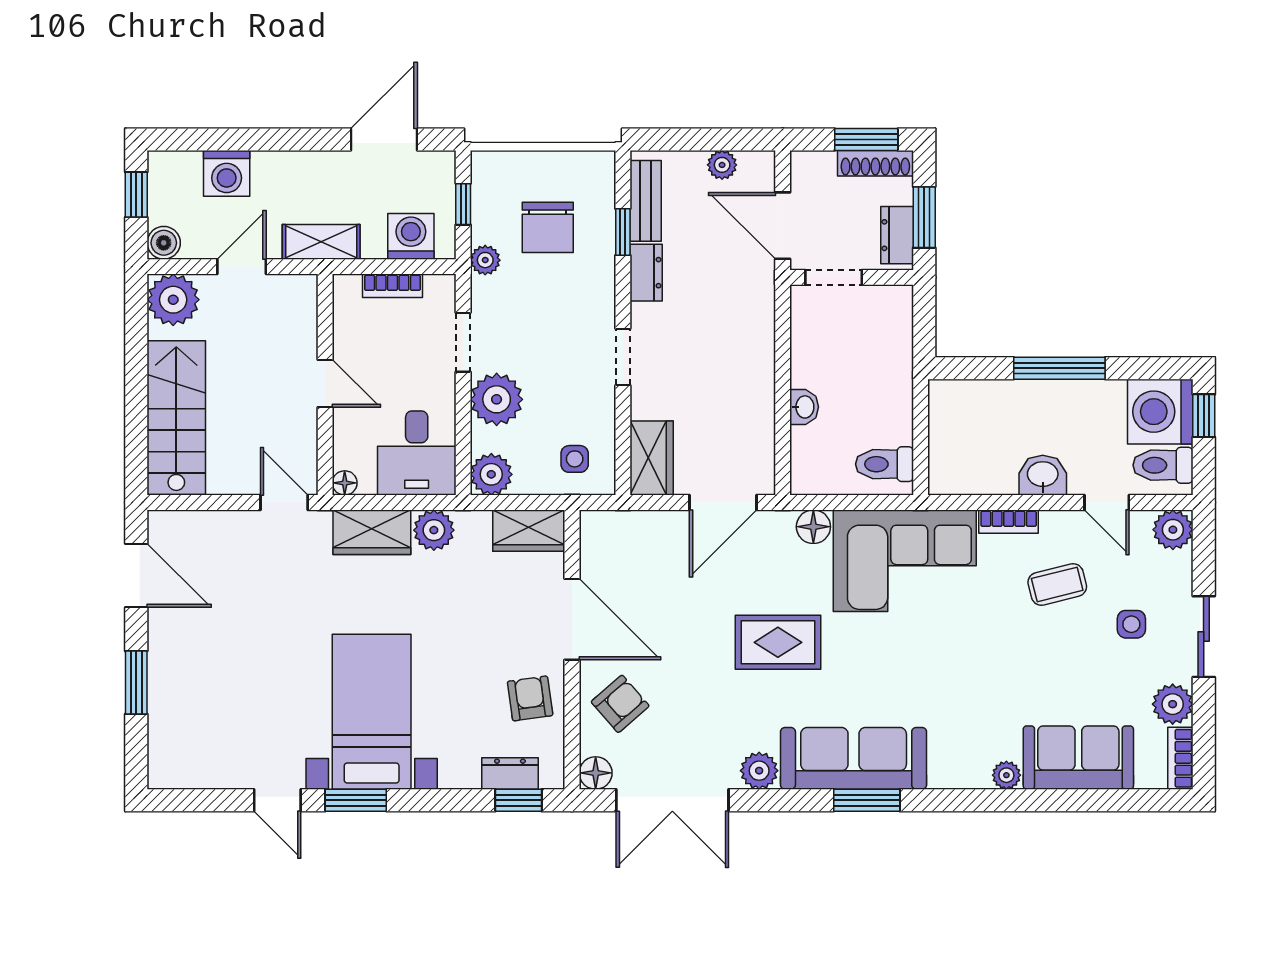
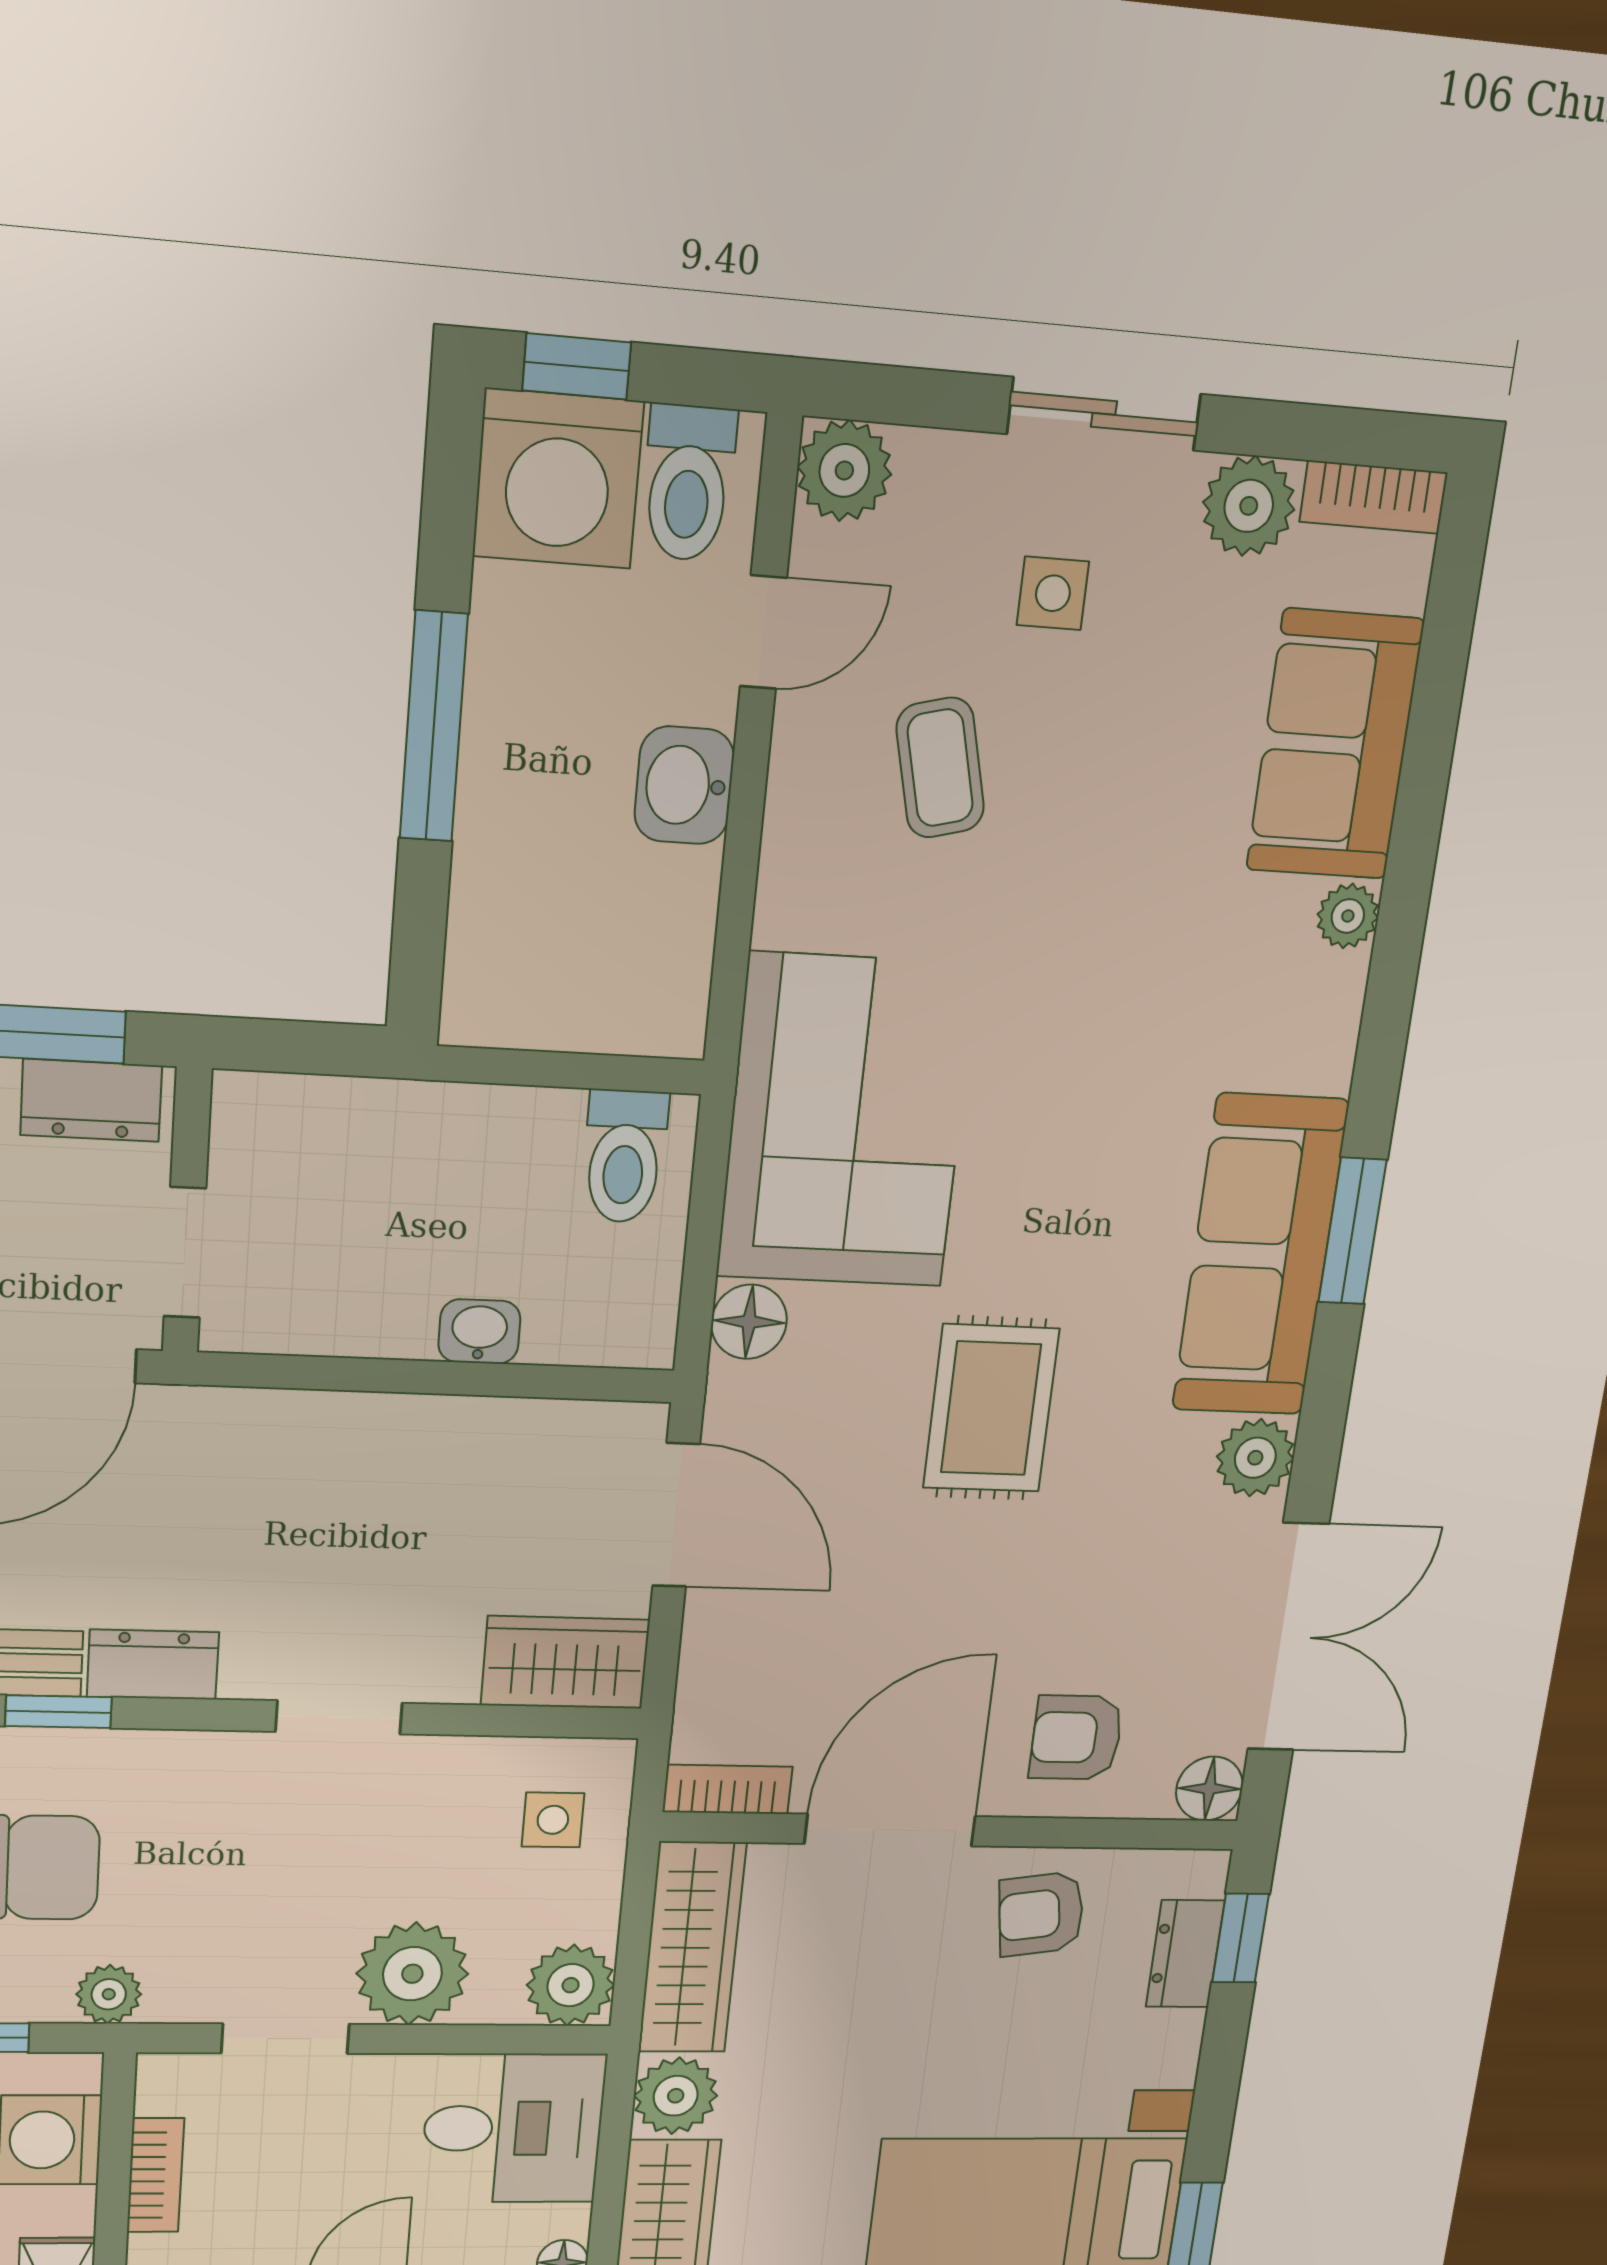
bookcase: (1009, 522) -> (727, 1789), moved, turned -90
wardrobe: (529, 531) -> (692, 1948), width x1.50
armchair: (620, 704) -> (1076, 1737), turned -49

